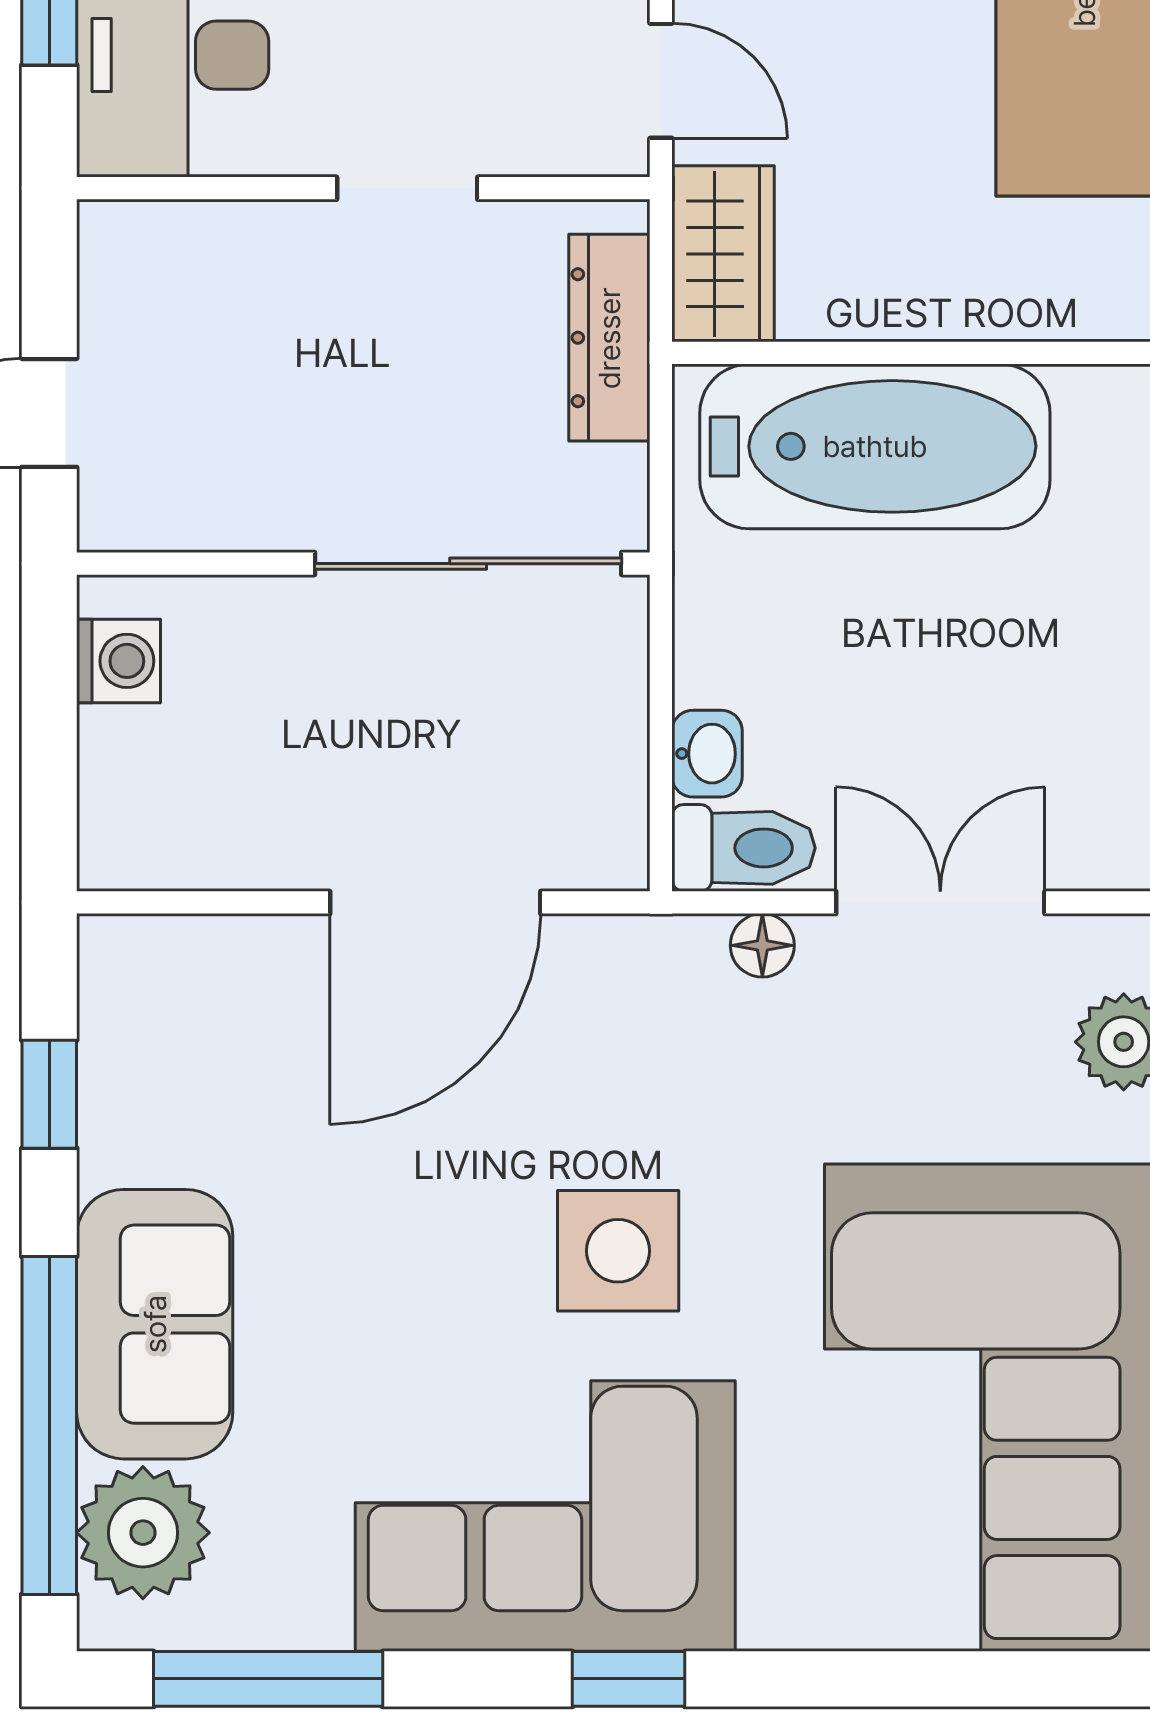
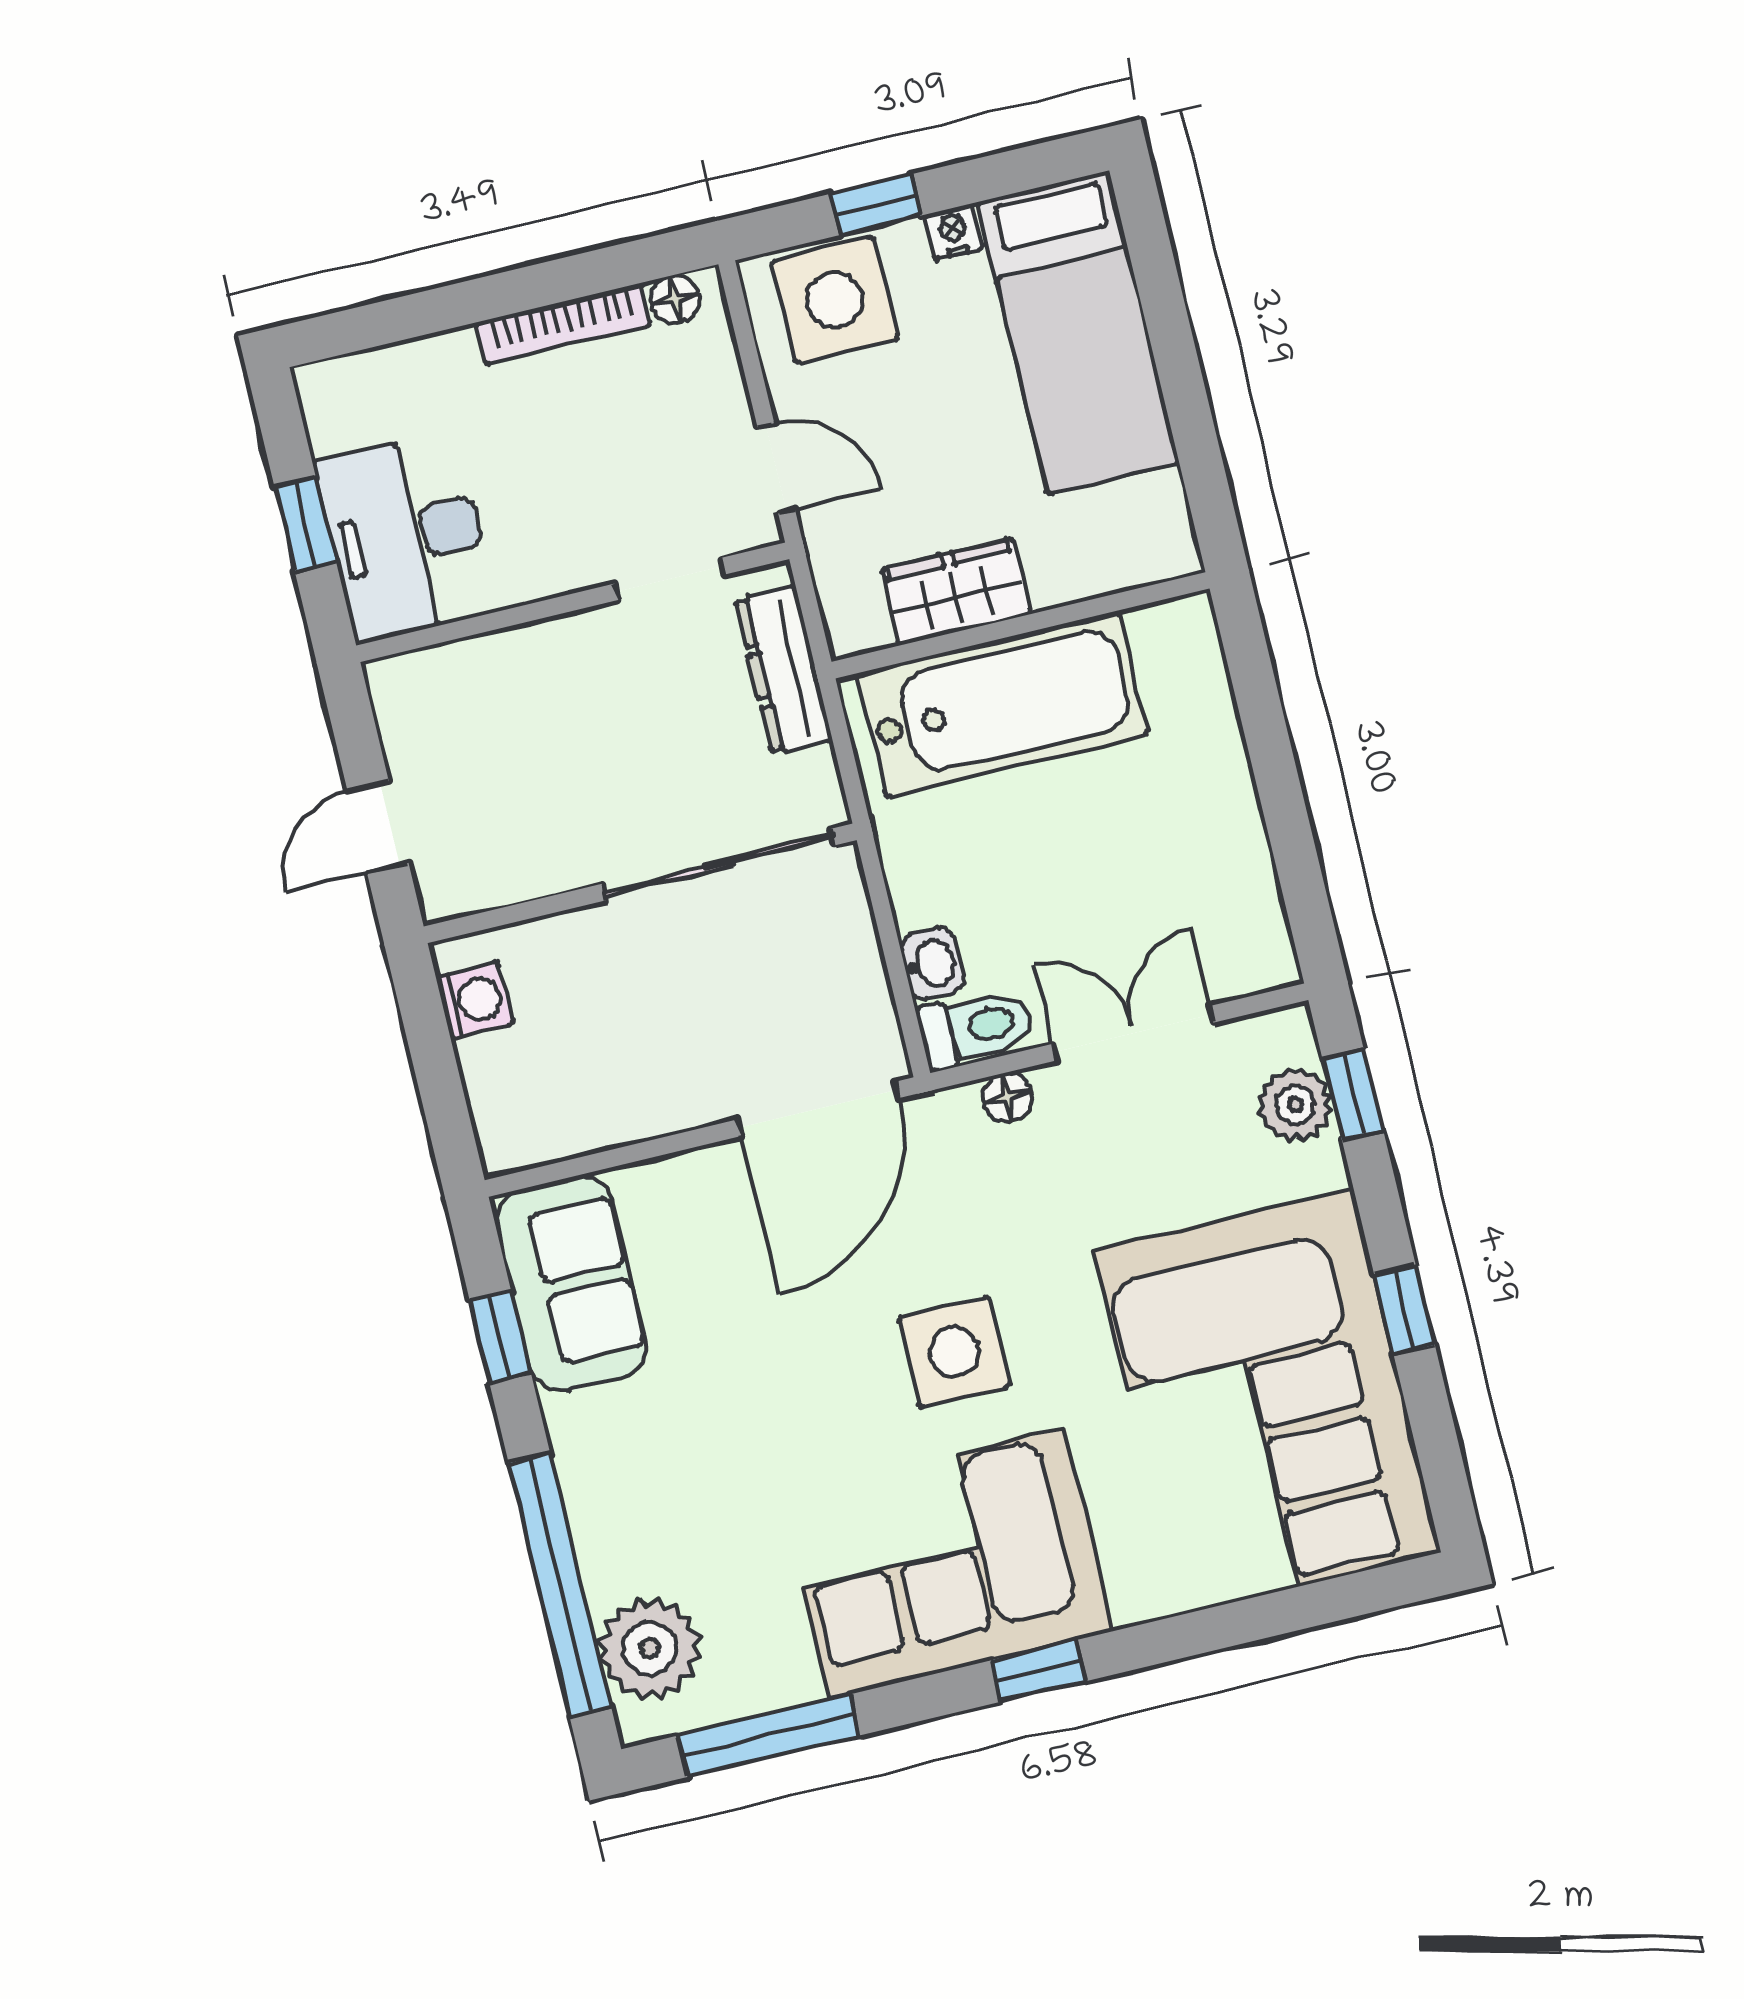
doorway: (407, 188) -> (669, 579), moved
wardrobe: (723, 254) -> (956, 592), moved, turned -90
door: (435, 902) -> (819, 1109), moved
sofa: (155, 1324) -> (571, 1284), moved

